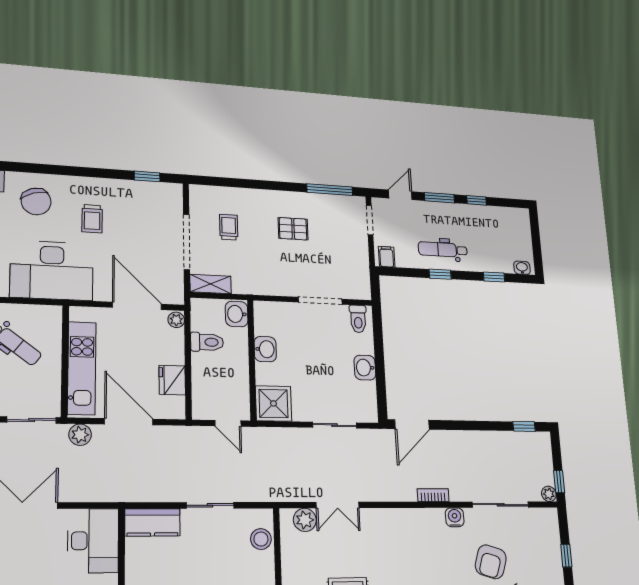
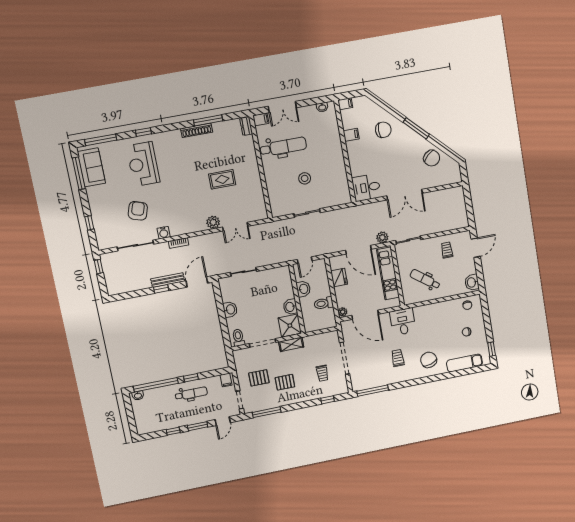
window: (147, 176) -> (373, 391), width x2.17
window: (227, 182) -> (328, 400), added
pallet: (334, 247) -> (259, 378), added
desk: (52, 270) -> (403, 322), width x0.53, depth x0.77
window: (494, 277) -> (156, 385), width x3.17
shelving: (211, 284) -> (291, 344), moved
washbasin: (237, 314) -> (303, 289), moved
shower: (273, 403) -> (290, 326), moved
door: (228, 423) -> (305, 260), swing flipped
window: (524, 426) -> (161, 289), moved
bench: (457, 438) -> (168, 280), added
plant: (549, 494) -> (105, 258), removed
double door: (338, 505) -> (235, 227), swing flipped
plant: (305, 520) -> (213, 222), moved
kitchen counter: (152, 522) -> (336, 198), removed
stool: (261, 539) -> (305, 178), moved
desk: (93, 541) -> (366, 188), width x0.73

